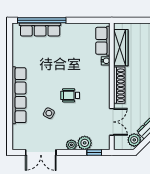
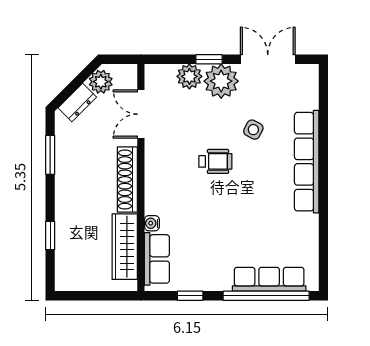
window: (84, 20) -> (190, 296), added
plant: (71, 145) -> (221, 81), width x1.87, depth x1.87
window: (94, 153) -> (209, 59), moved

